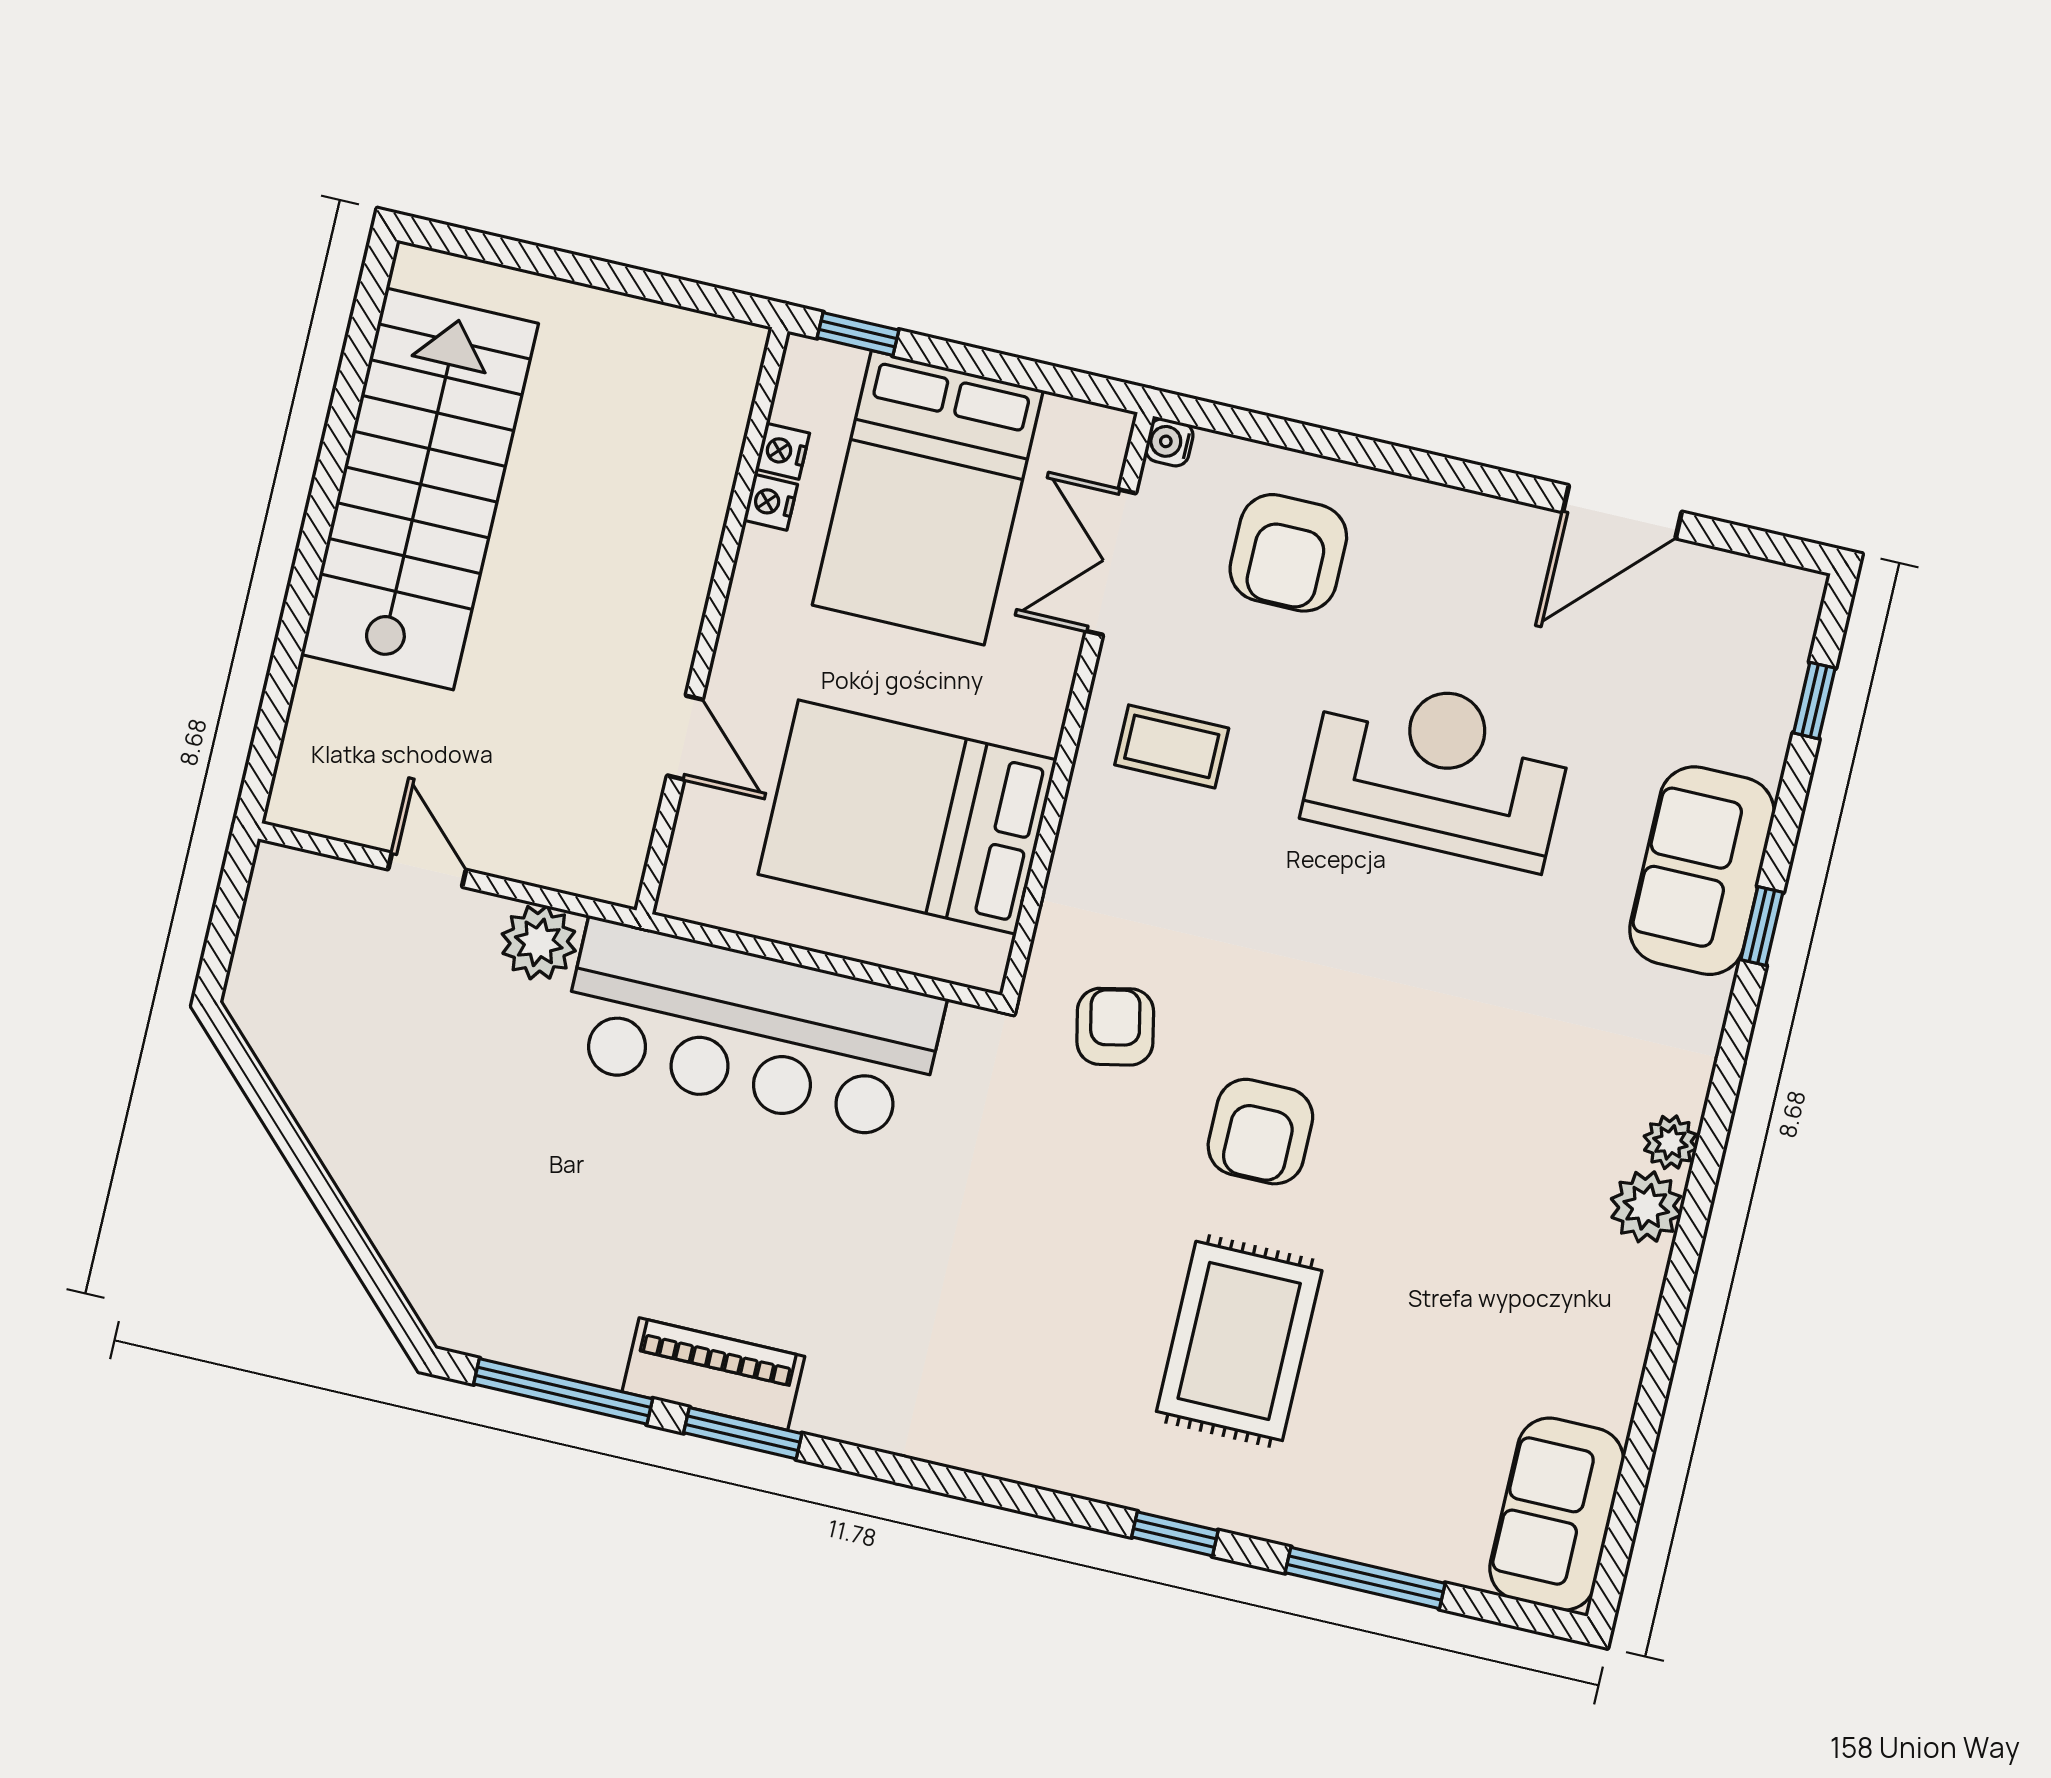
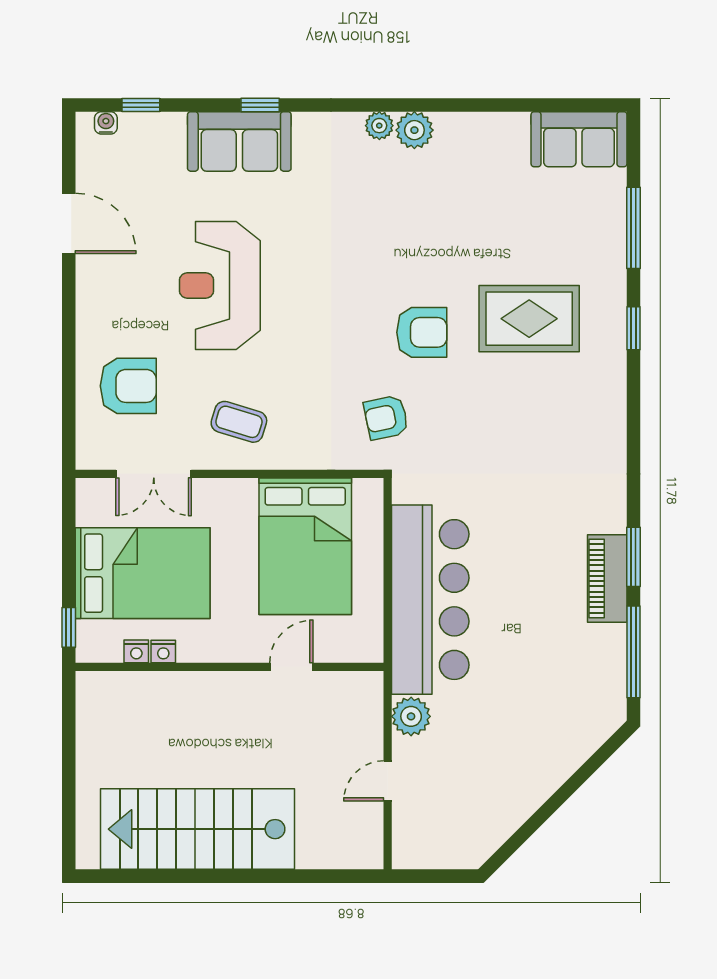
water cooler: (1169, 442) -> (106, 123), moved, turned 180
coffee table: (1172, 746) -> (239, 422), turned -73

